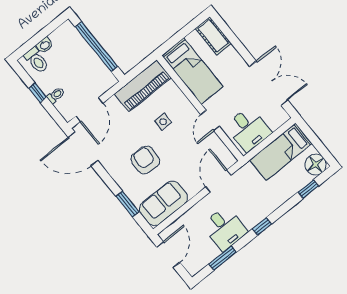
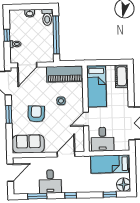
toilet: (36, 60) -> (47, 17), moved
window: (128, 204) -> (9, 114), moved

